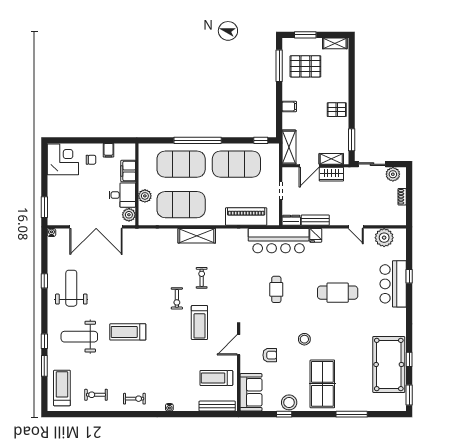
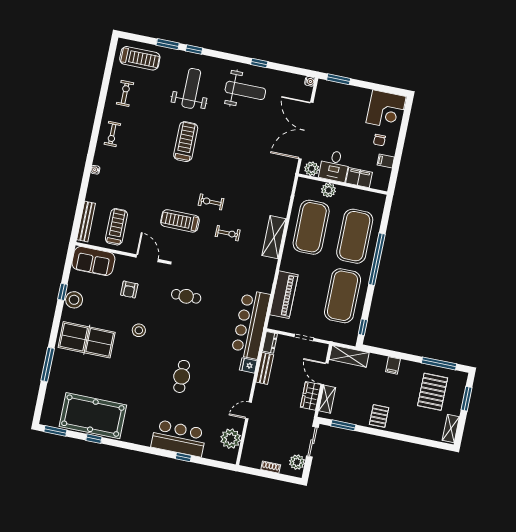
cafe table: (276, 289) -> (186, 296), moved
cafe table: (338, 293) -> (182, 376), width x0.73, depth x0.74

